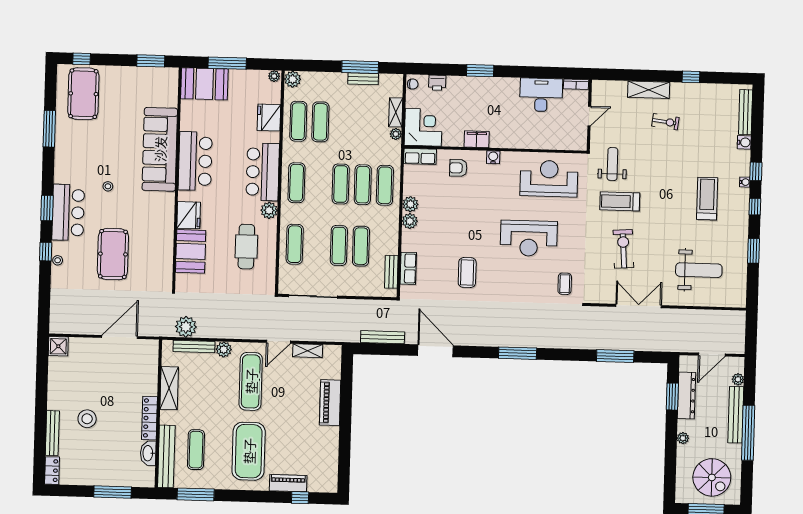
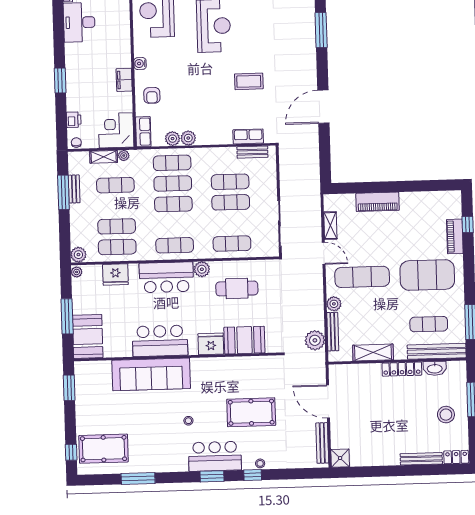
exercise mat: (365, 123) -> (115, 185), added
plant: (410, 221) -> (173, 139), moved
bench: (383, 337) -> (322, 443), moved
stool: (87, 419) -> (446, 415), moved

